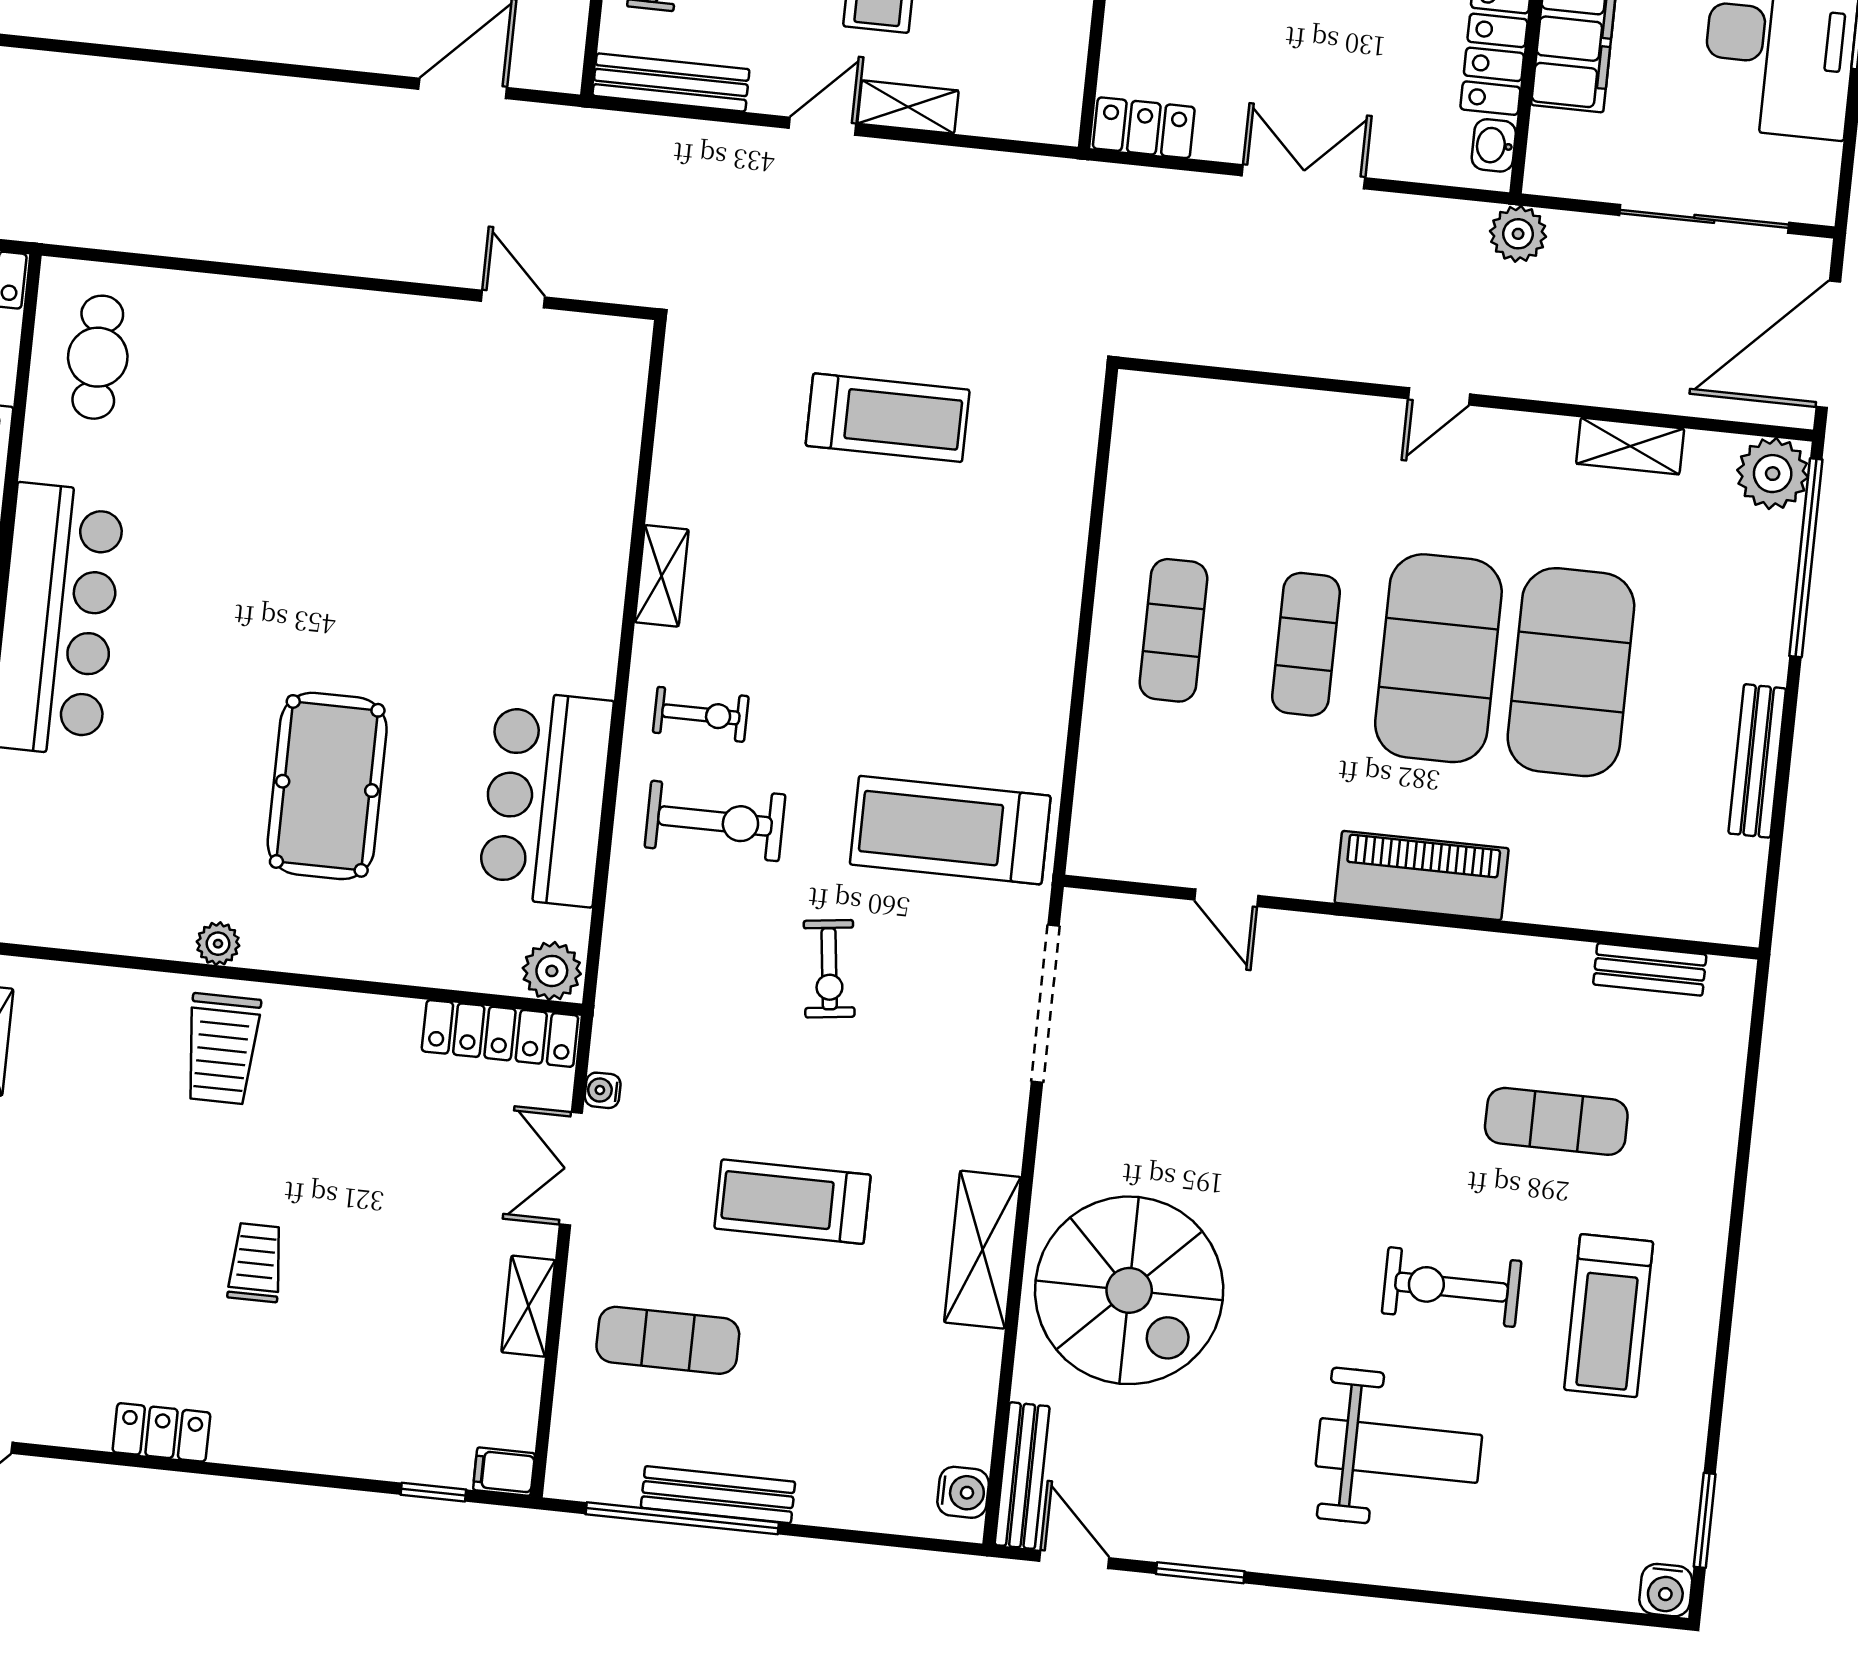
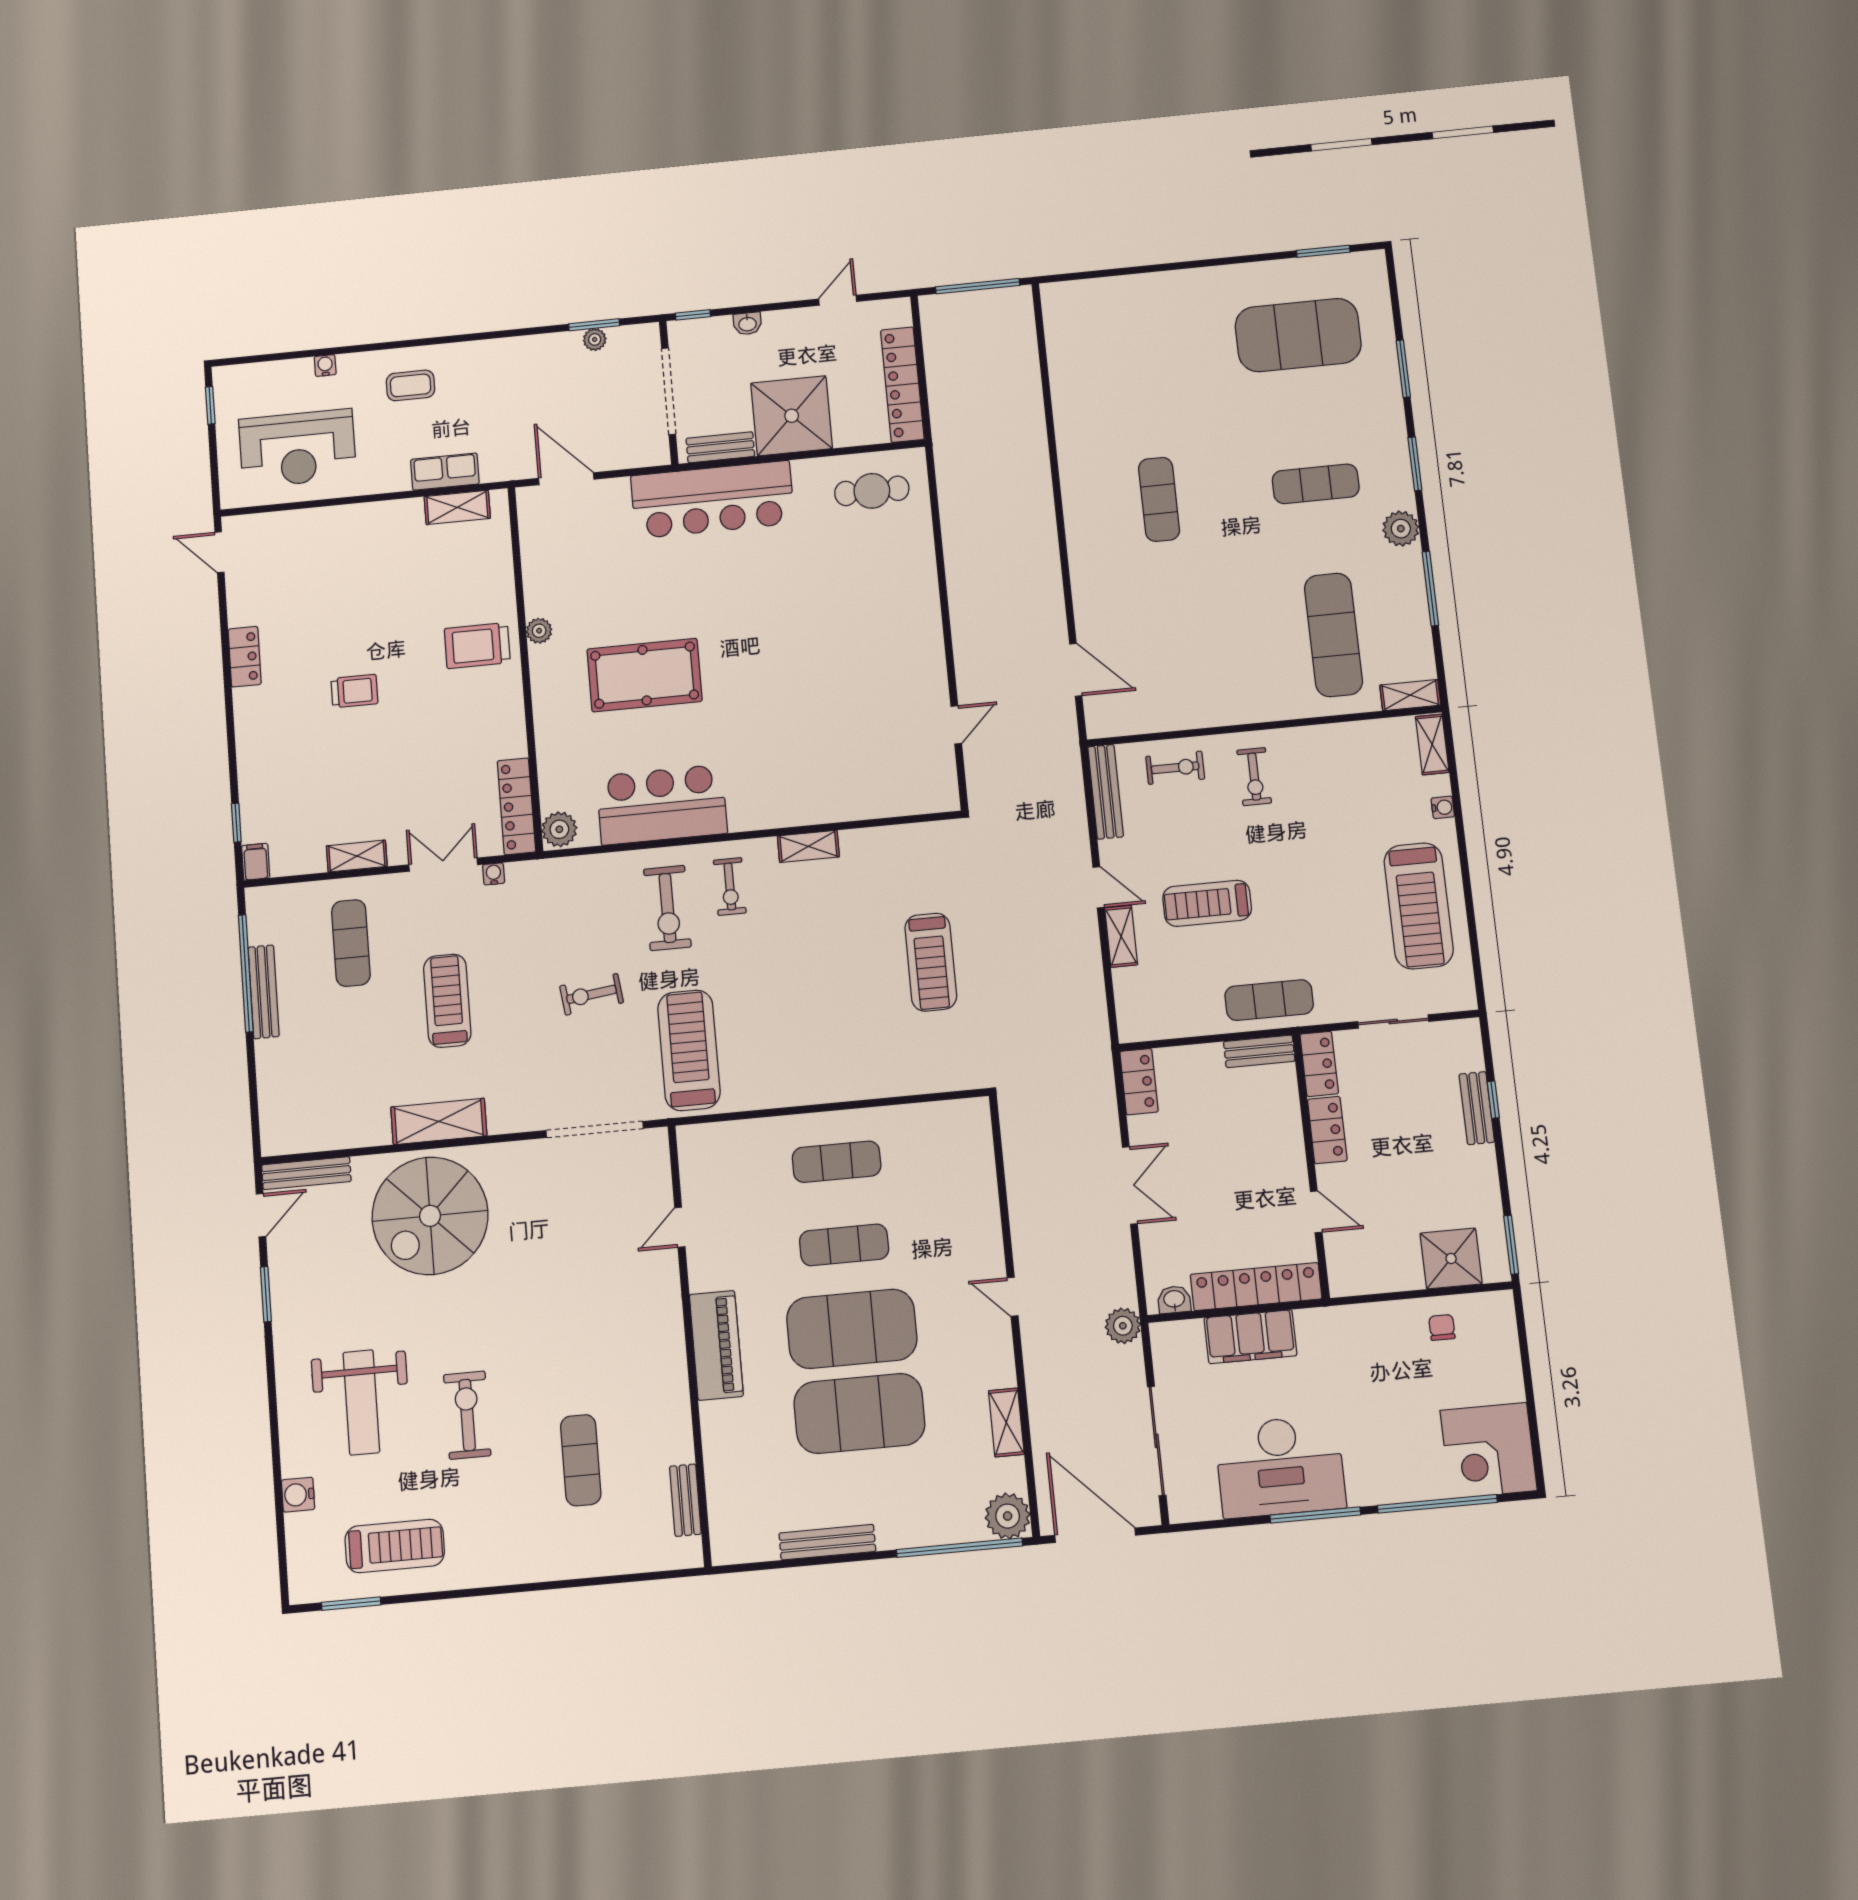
treadmill: (1609, 1316) -> (395, 1546), moved, turned 180
water cooler: (963, 1492) -> (290, 1139), removed
water cooler: (1666, 1590) -> (298, 1495), moved

